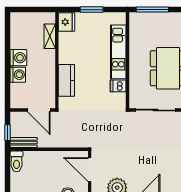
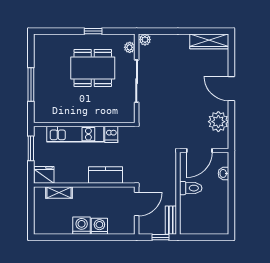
kitchen unit: (118, 52) -> (75, 134), moved
wall: (127, 60) -> (84, 124), moved
dishwasher: (118, 86) -> (111, 134), moved
toilet: (17, 161) -> (191, 188), moved

